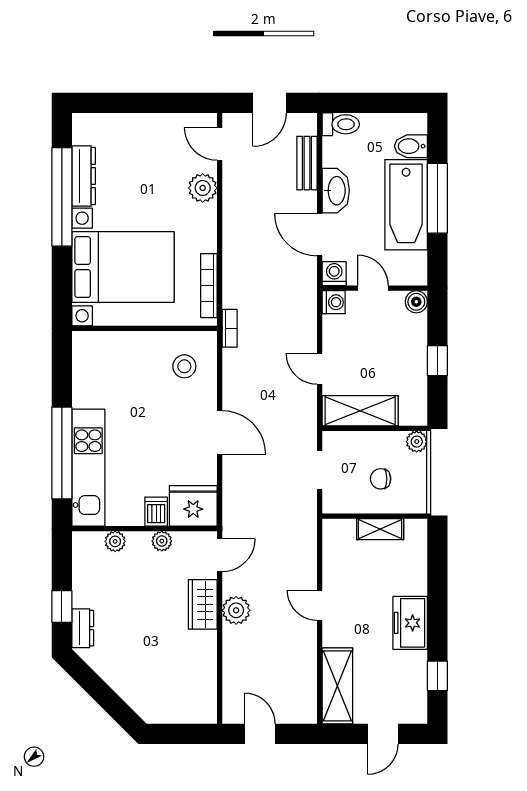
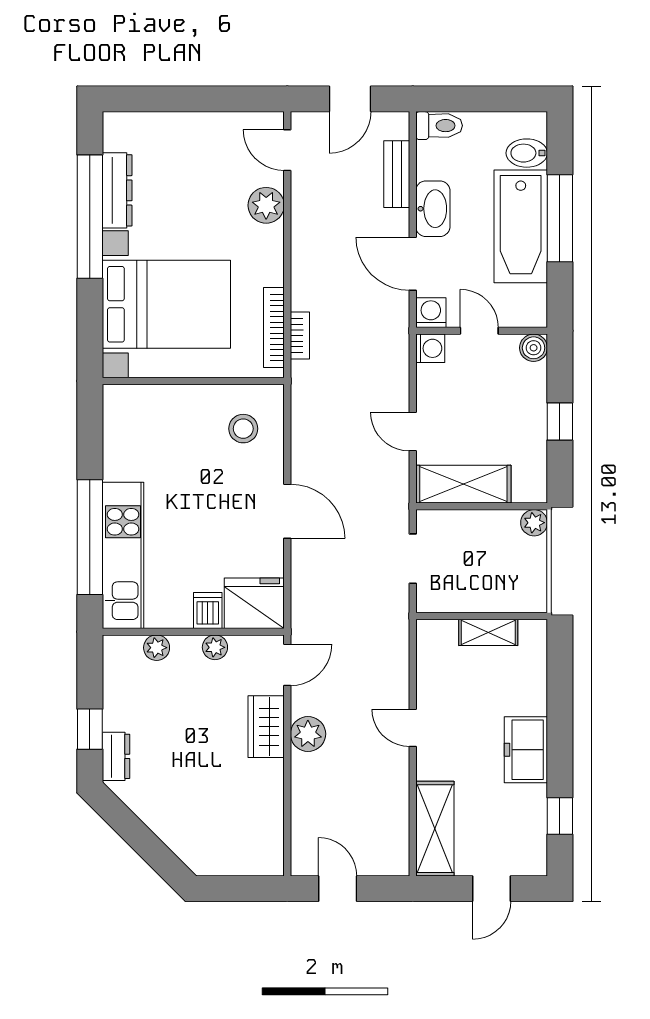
bookcase: (230, 328) -> (300, 336), moved
chair: (381, 479) -> (489, 569), removed

